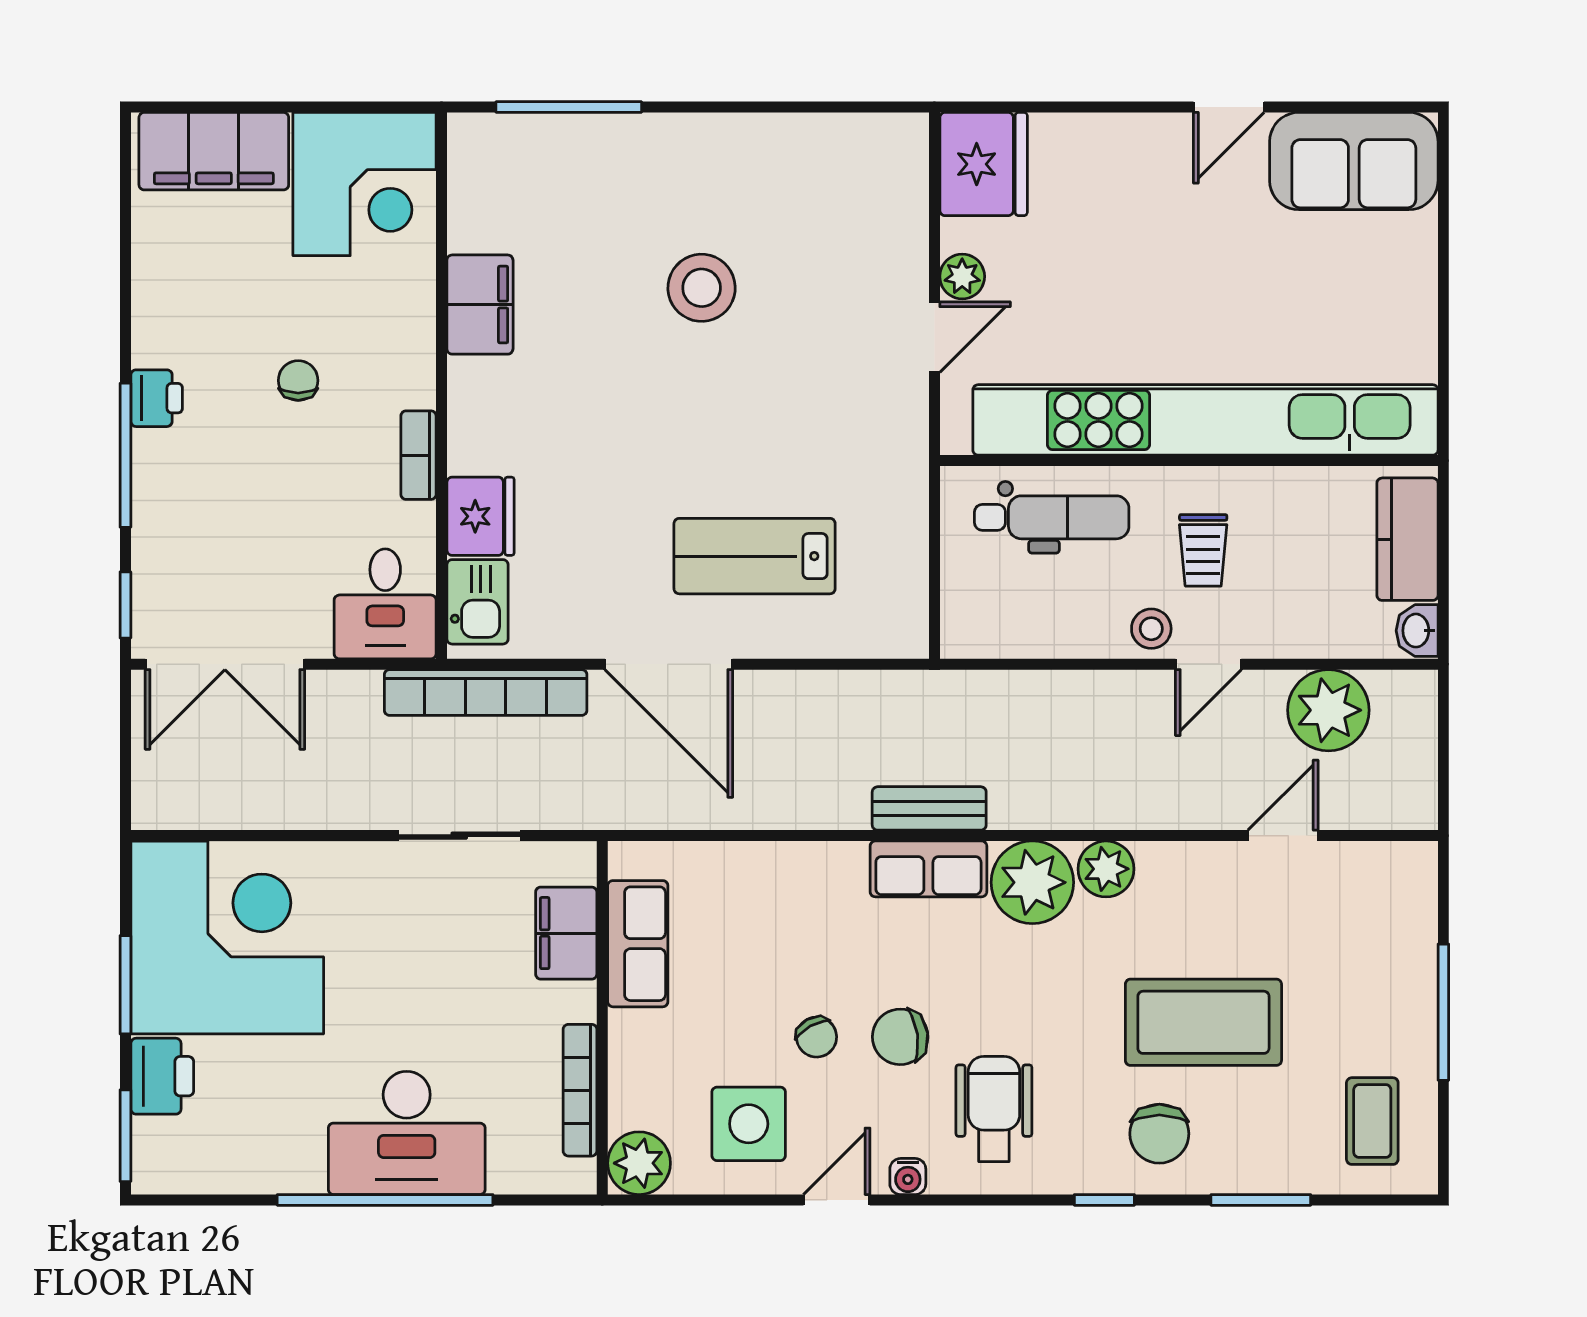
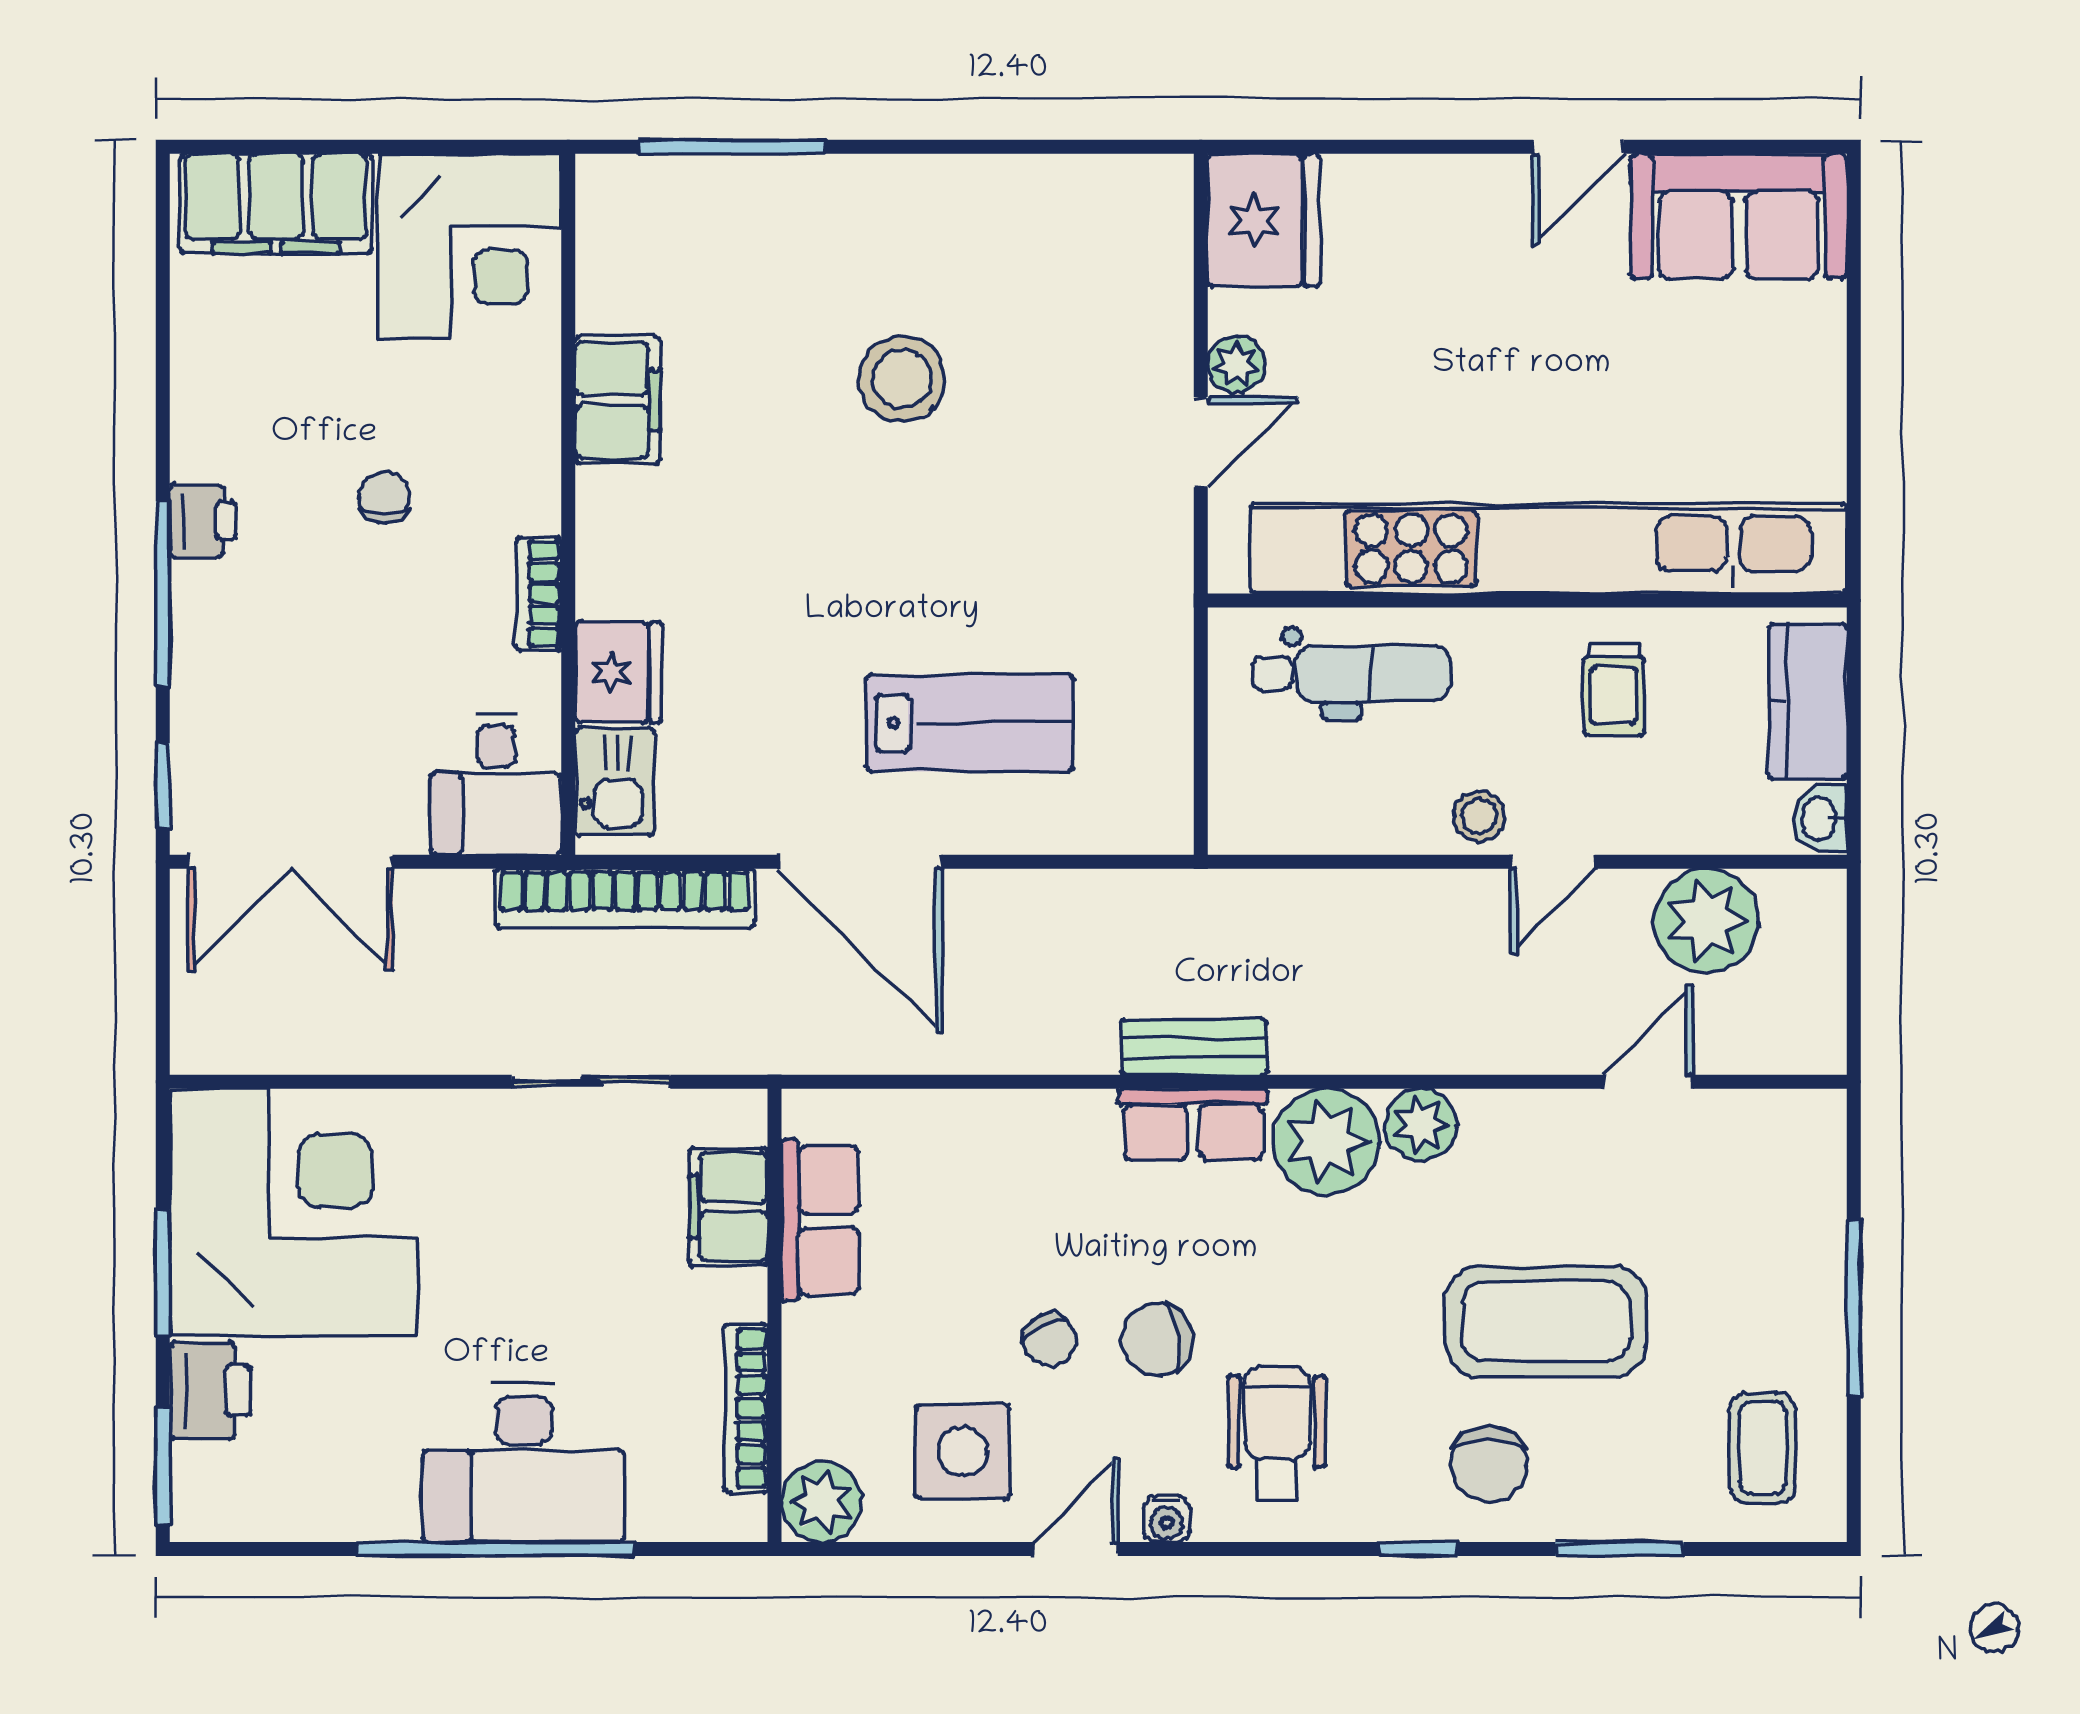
trolley: (1203, 550) -> (1614, 689), moved
lab bench: (755, 556) -> (970, 723), turned 180

